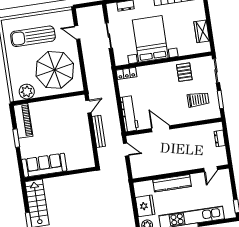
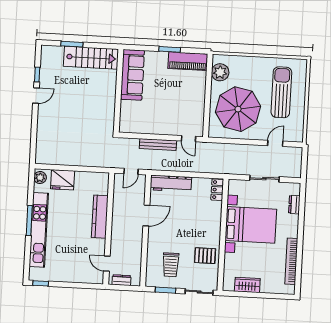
door: (211, 169) -> (107, 264), moved
wall: (181, 174) -> (109, 229), moved
kitchen counter: (172, 183) -> (100, 217), moved

